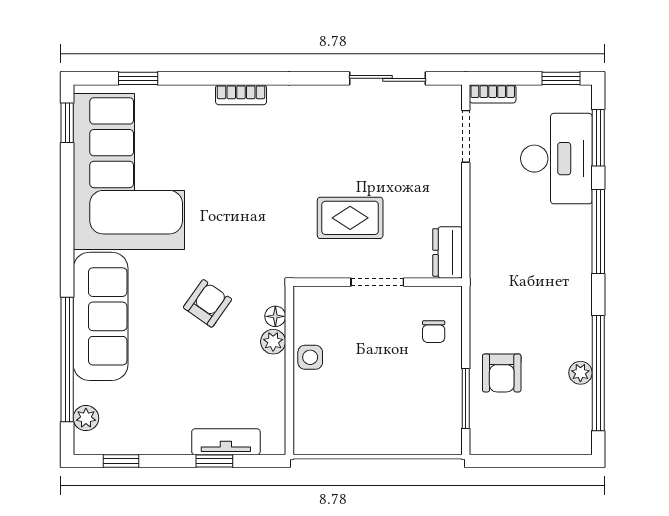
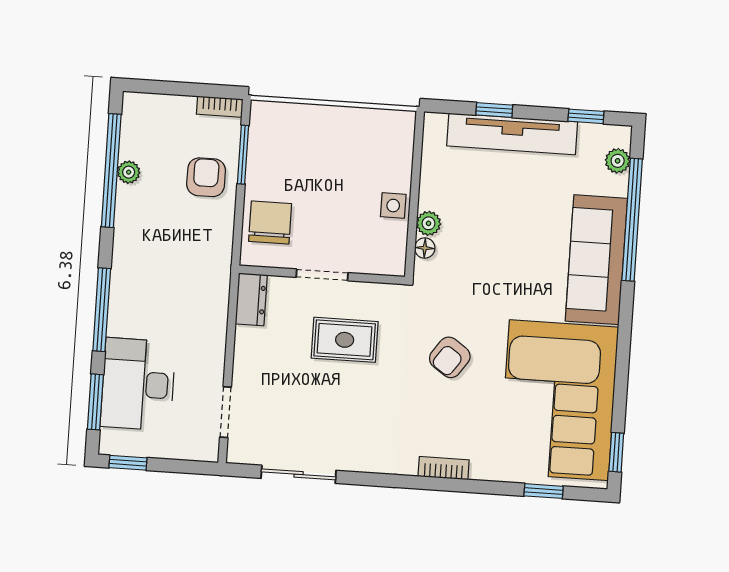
bookcase: (493, 94) -> (220, 107), moved, turned 180
armchair: (208, 303) -> (450, 357), moved
chair: (434, 332) -> (270, 222), width x1.87, depth x1.87
tv unit: (226, 442) -> (512, 134), width x1.92, depth x1.29

